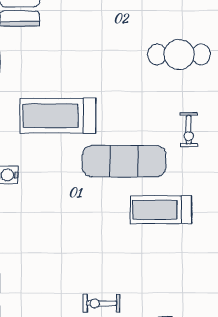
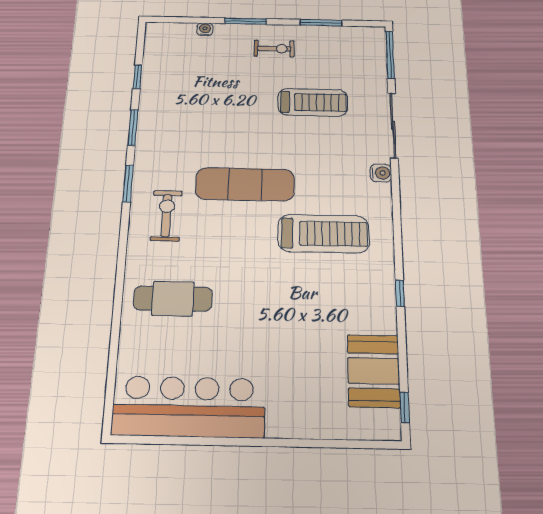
exercise bike: (189, 130) -> (166, 216), width x1.38, depth x1.39
treadmill: (161, 210) -> (313, 102), moved

